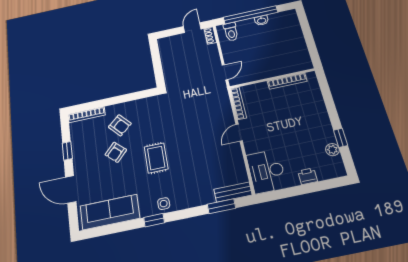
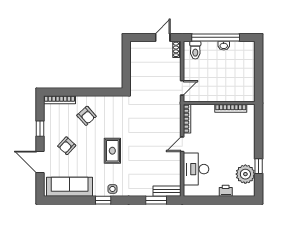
plant: (332, 150) -> (245, 174), width x1.88, depth x1.88
armchair: (116, 152) -> (67, 146), moved
desk: (266, 171) -> (196, 169), moved

